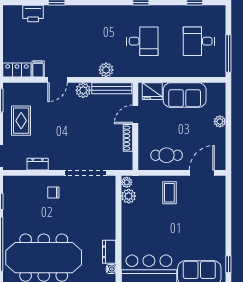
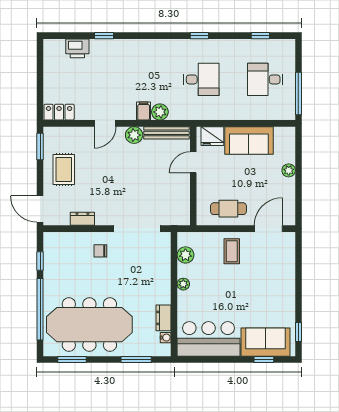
filing cabinet: (38, 69) -> (144, 111), moved
shoe rack: (128, 138) -> (185, 189), removed
plant: (127, 182) -> (183, 284), moved

